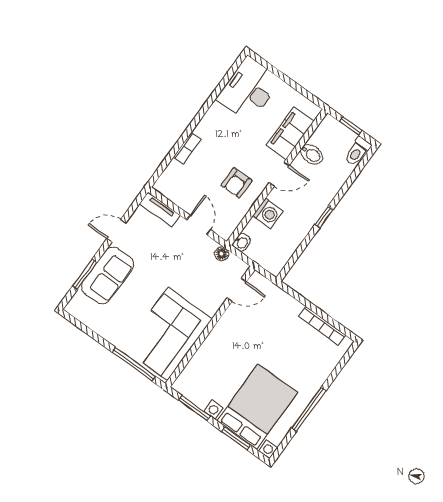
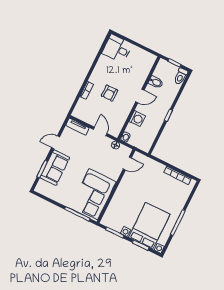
desk: (249, 89) -> (117, 49), width x0.73
filing cabinet: (290, 133) -> (142, 73), removed
armchair: (237, 183) -> (110, 93), moved

